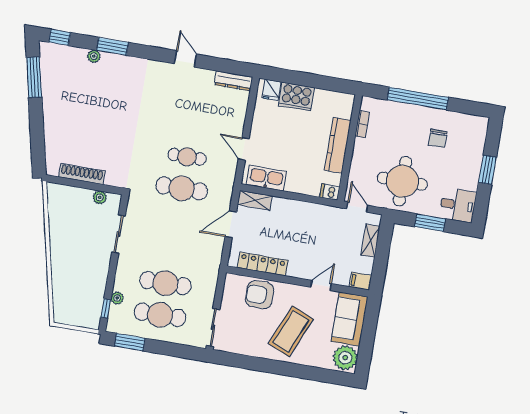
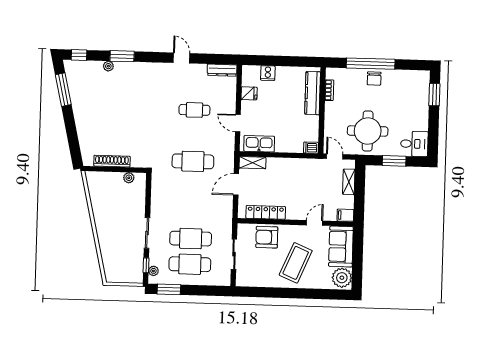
fridge: (271, 90) -> (249, 93), moved, turned -90
cooker: (296, 97) -> (268, 73), width x0.53, depth x0.76
chair: (438, 138) -> (374, 79), moved
kitchen counter: (338, 145) -> (313, 93), moved
cafe table: (187, 157) -> (194, 110), moved
window: (487, 170) -> (434, 95), moved
sliding door: (118, 234) -> (147, 233), moved
plant: (117, 298) -> (153, 271), moved
sliding door: (213, 327) -> (234, 254), moved

